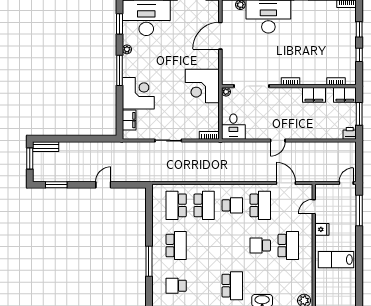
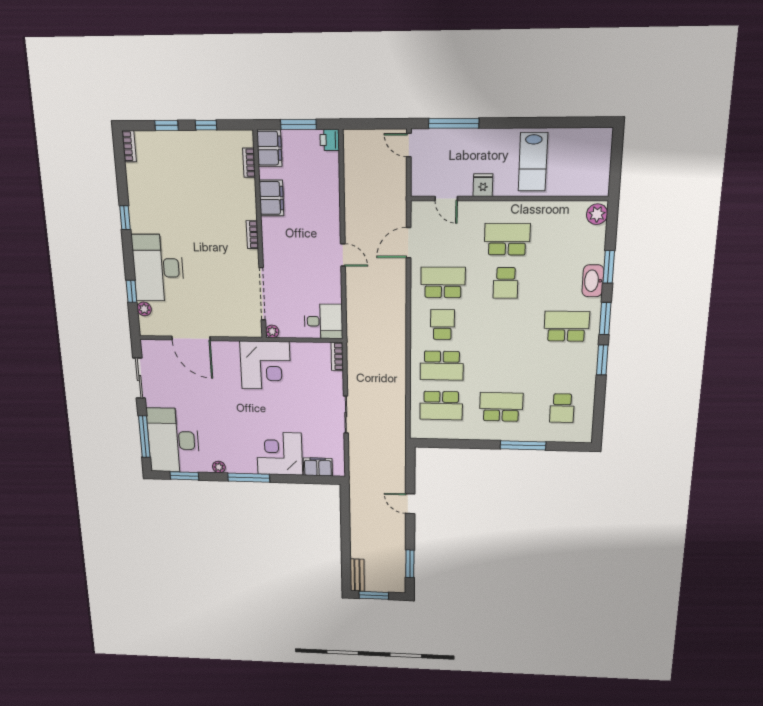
school desk: (204, 205) -> (442, 366), turned 180

